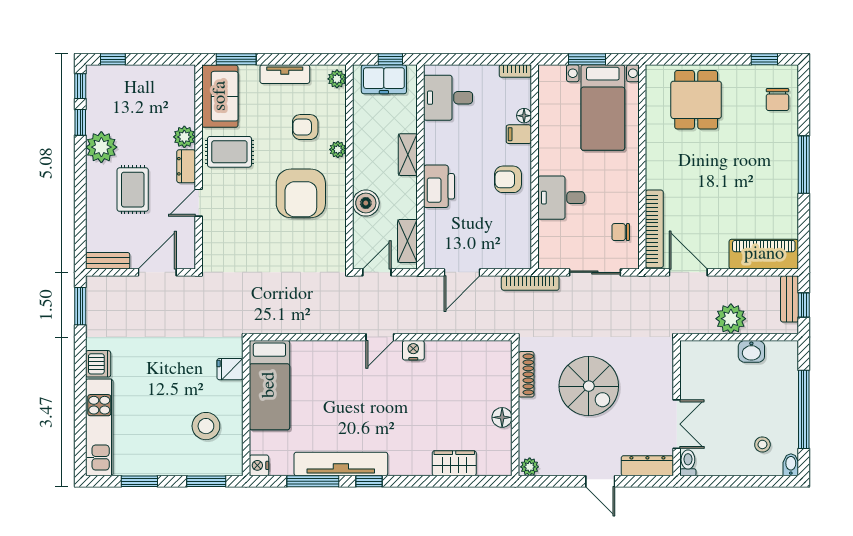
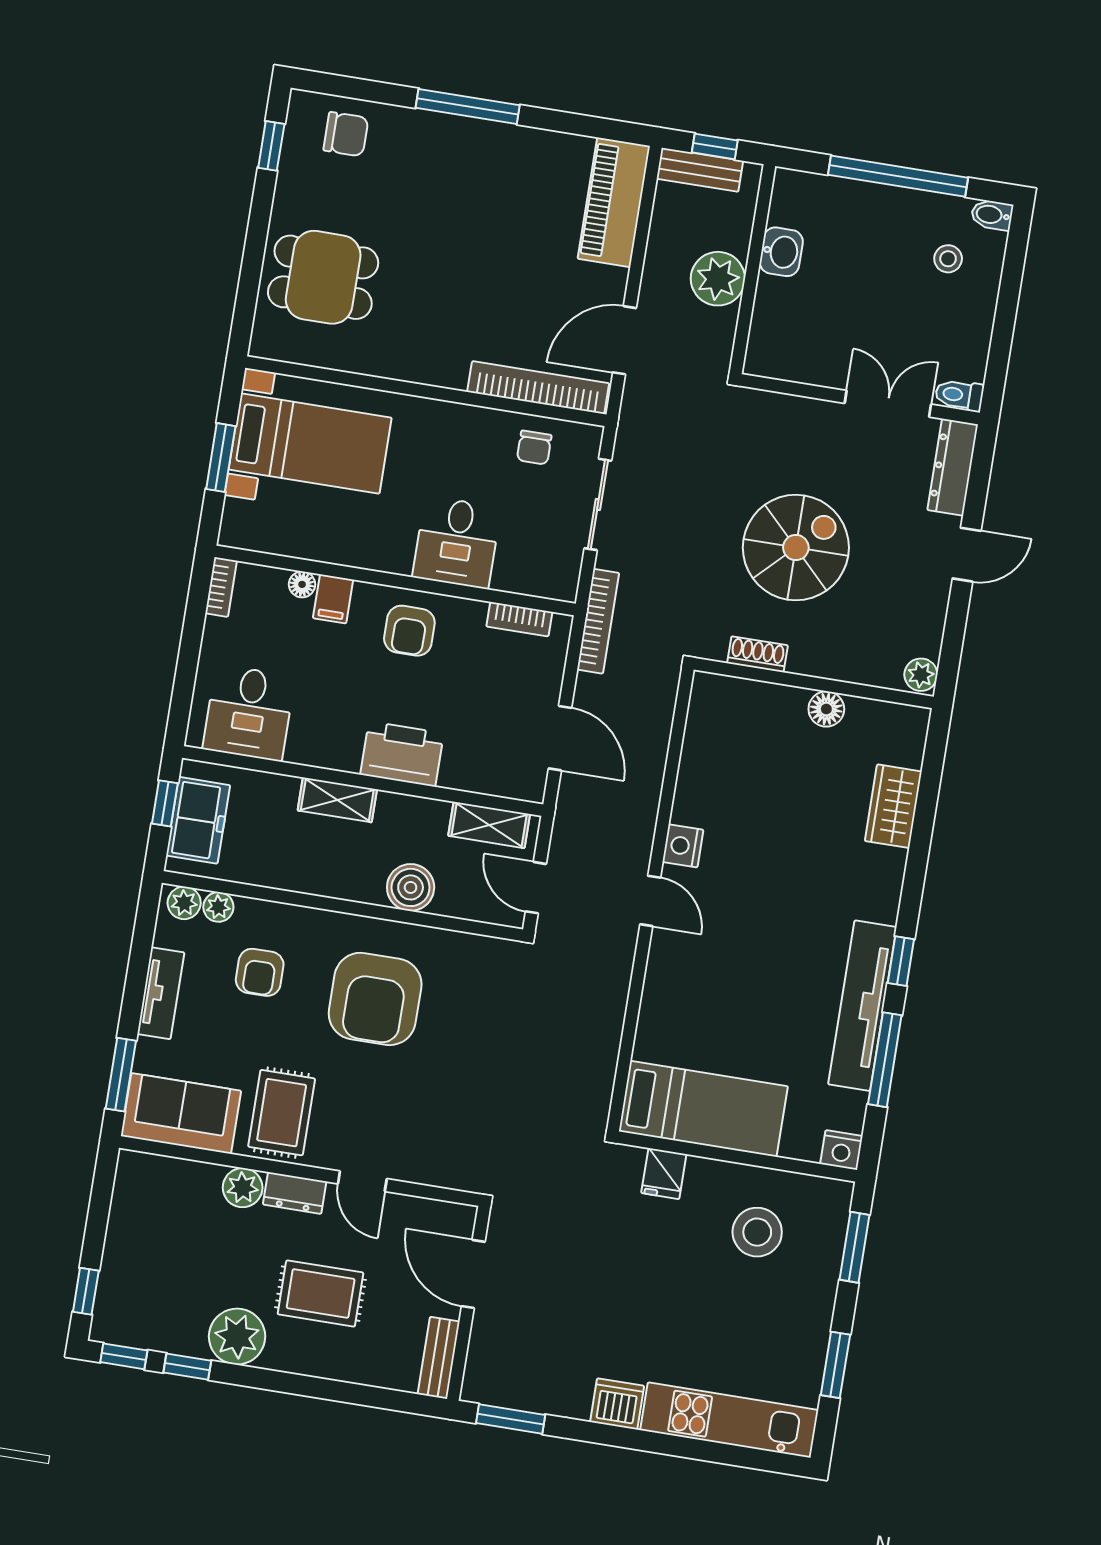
plant: (338, 149) -> (218, 907), moved
armchair: (301, 193) -> (375, 999), turned 90
bookcase: (524, 239) -> (519, 619), added
shoe rack: (526, 374) -> (757, 654), width x0.70

